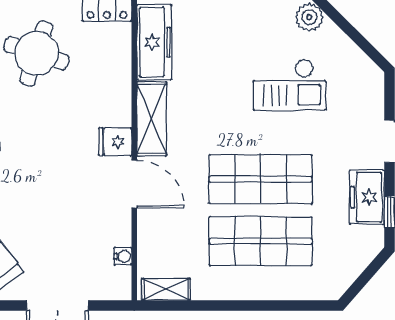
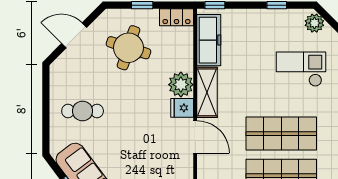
checkout: (290, 85) -> (301, 69), turned 180
plant: (113, 107) -> (181, 85), added

